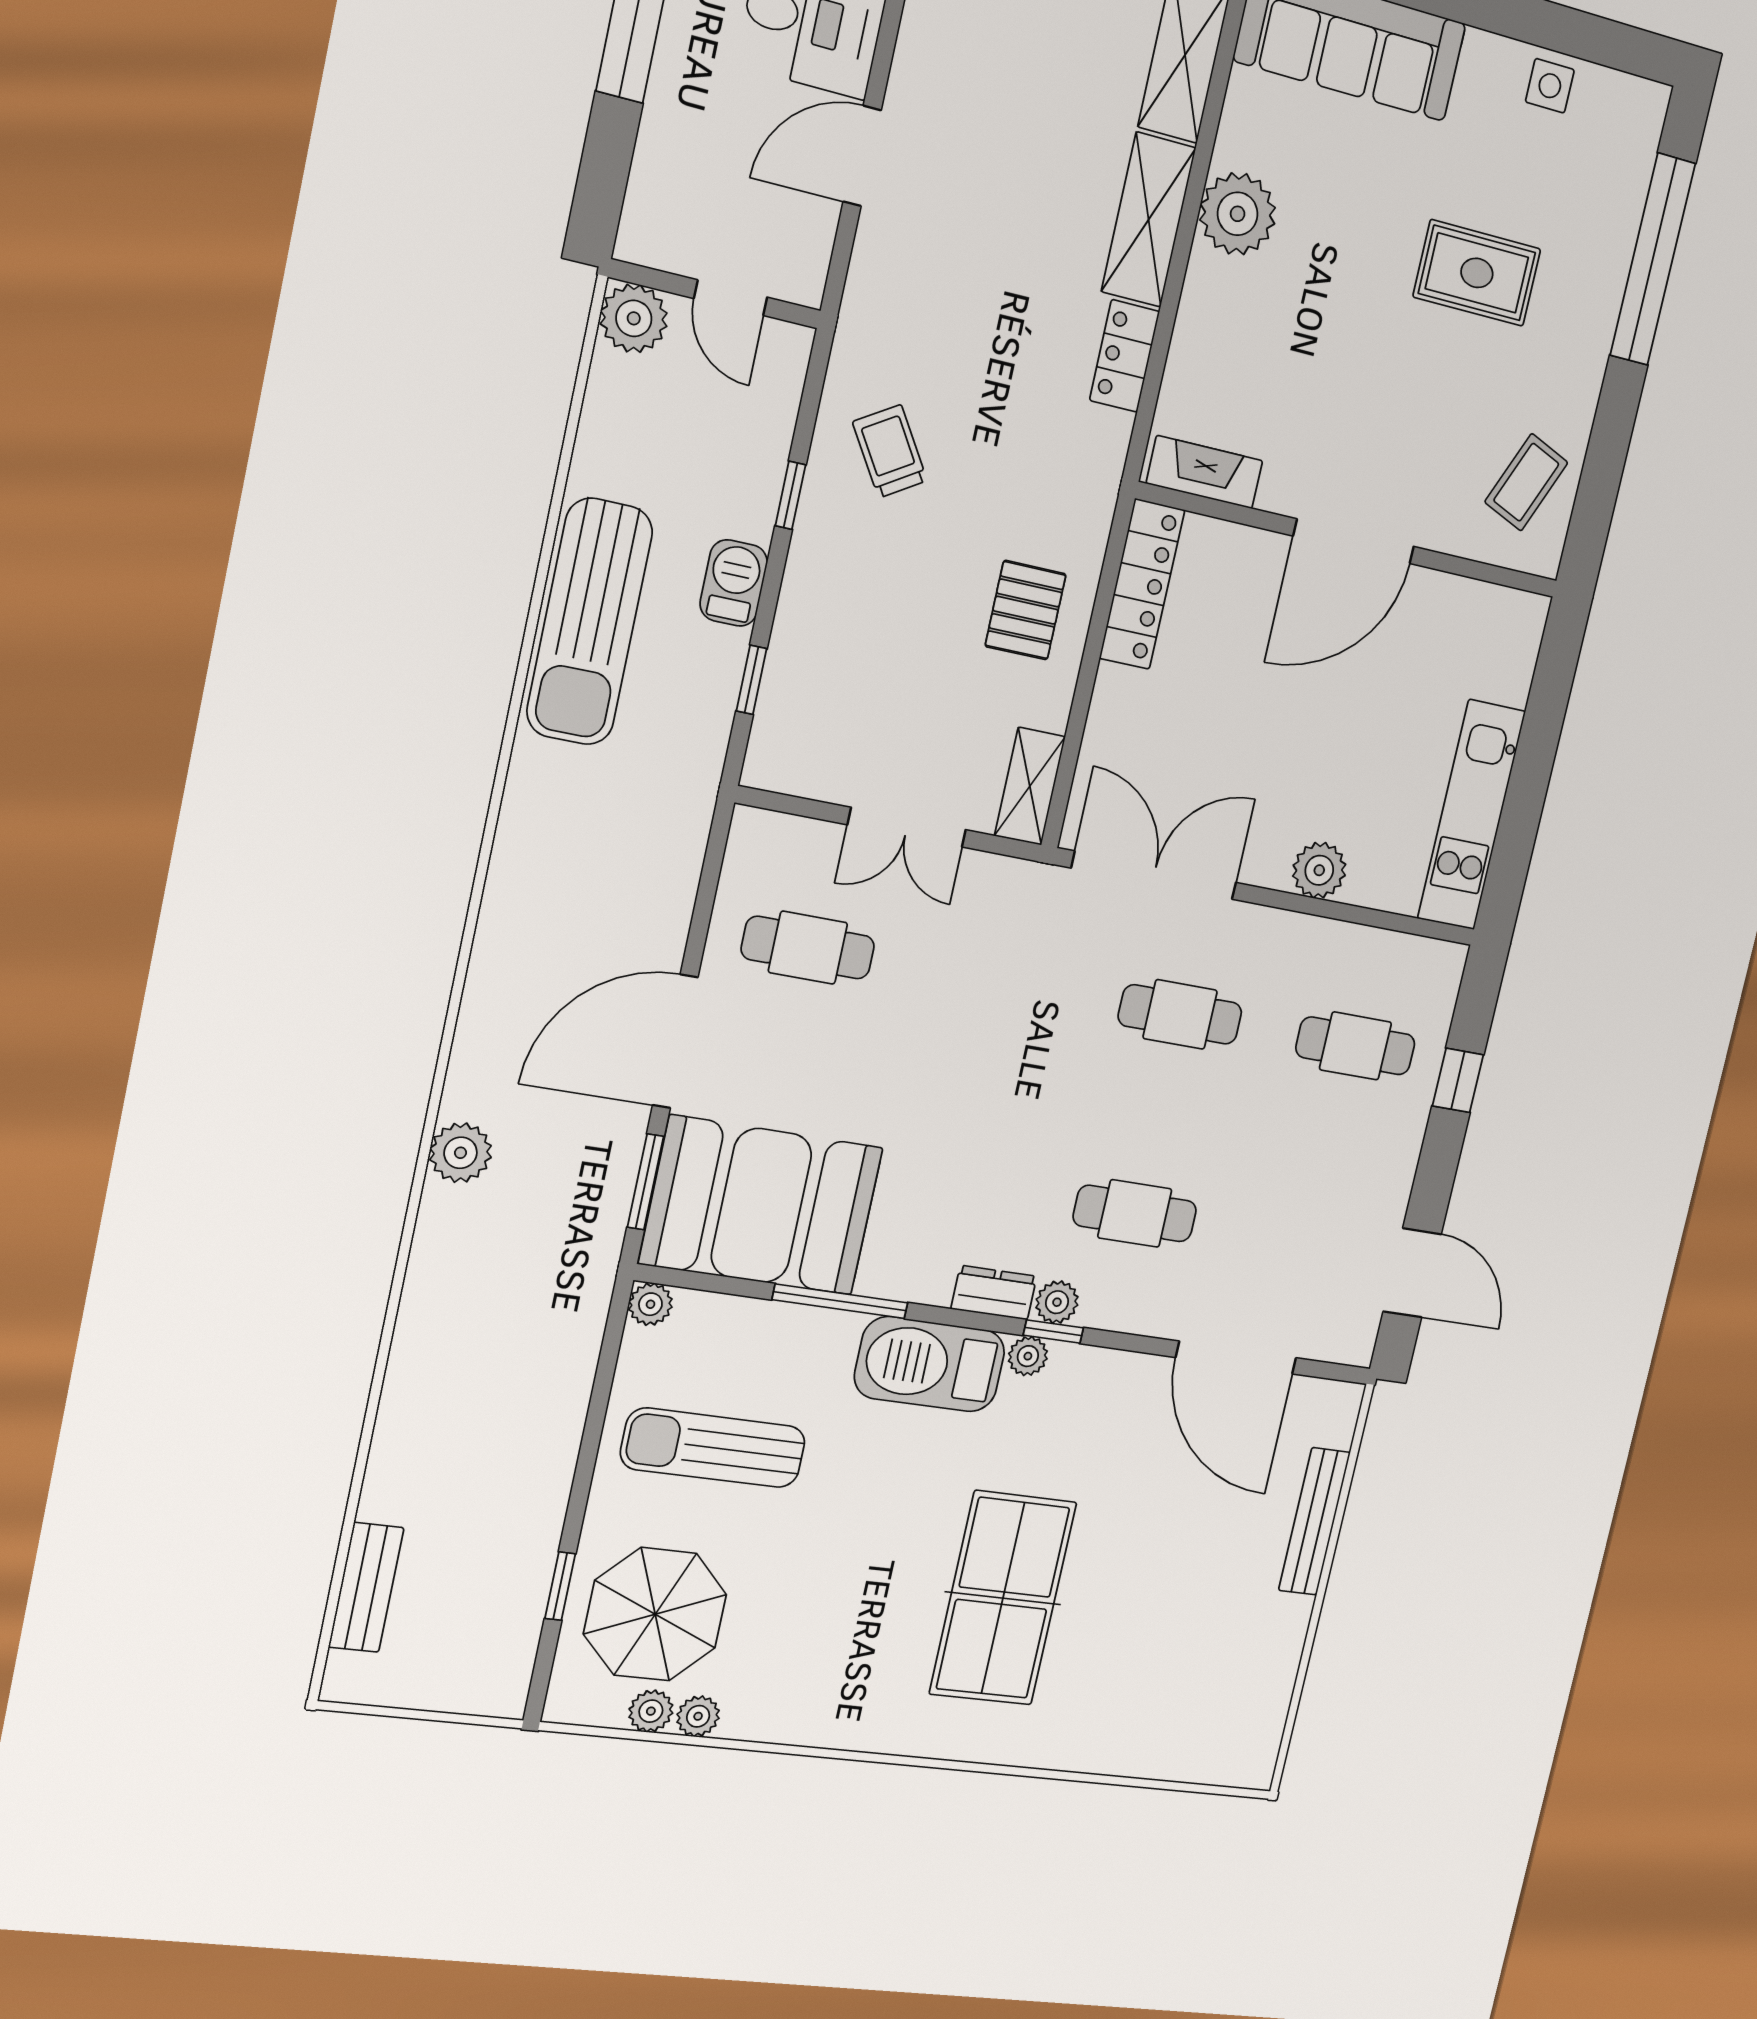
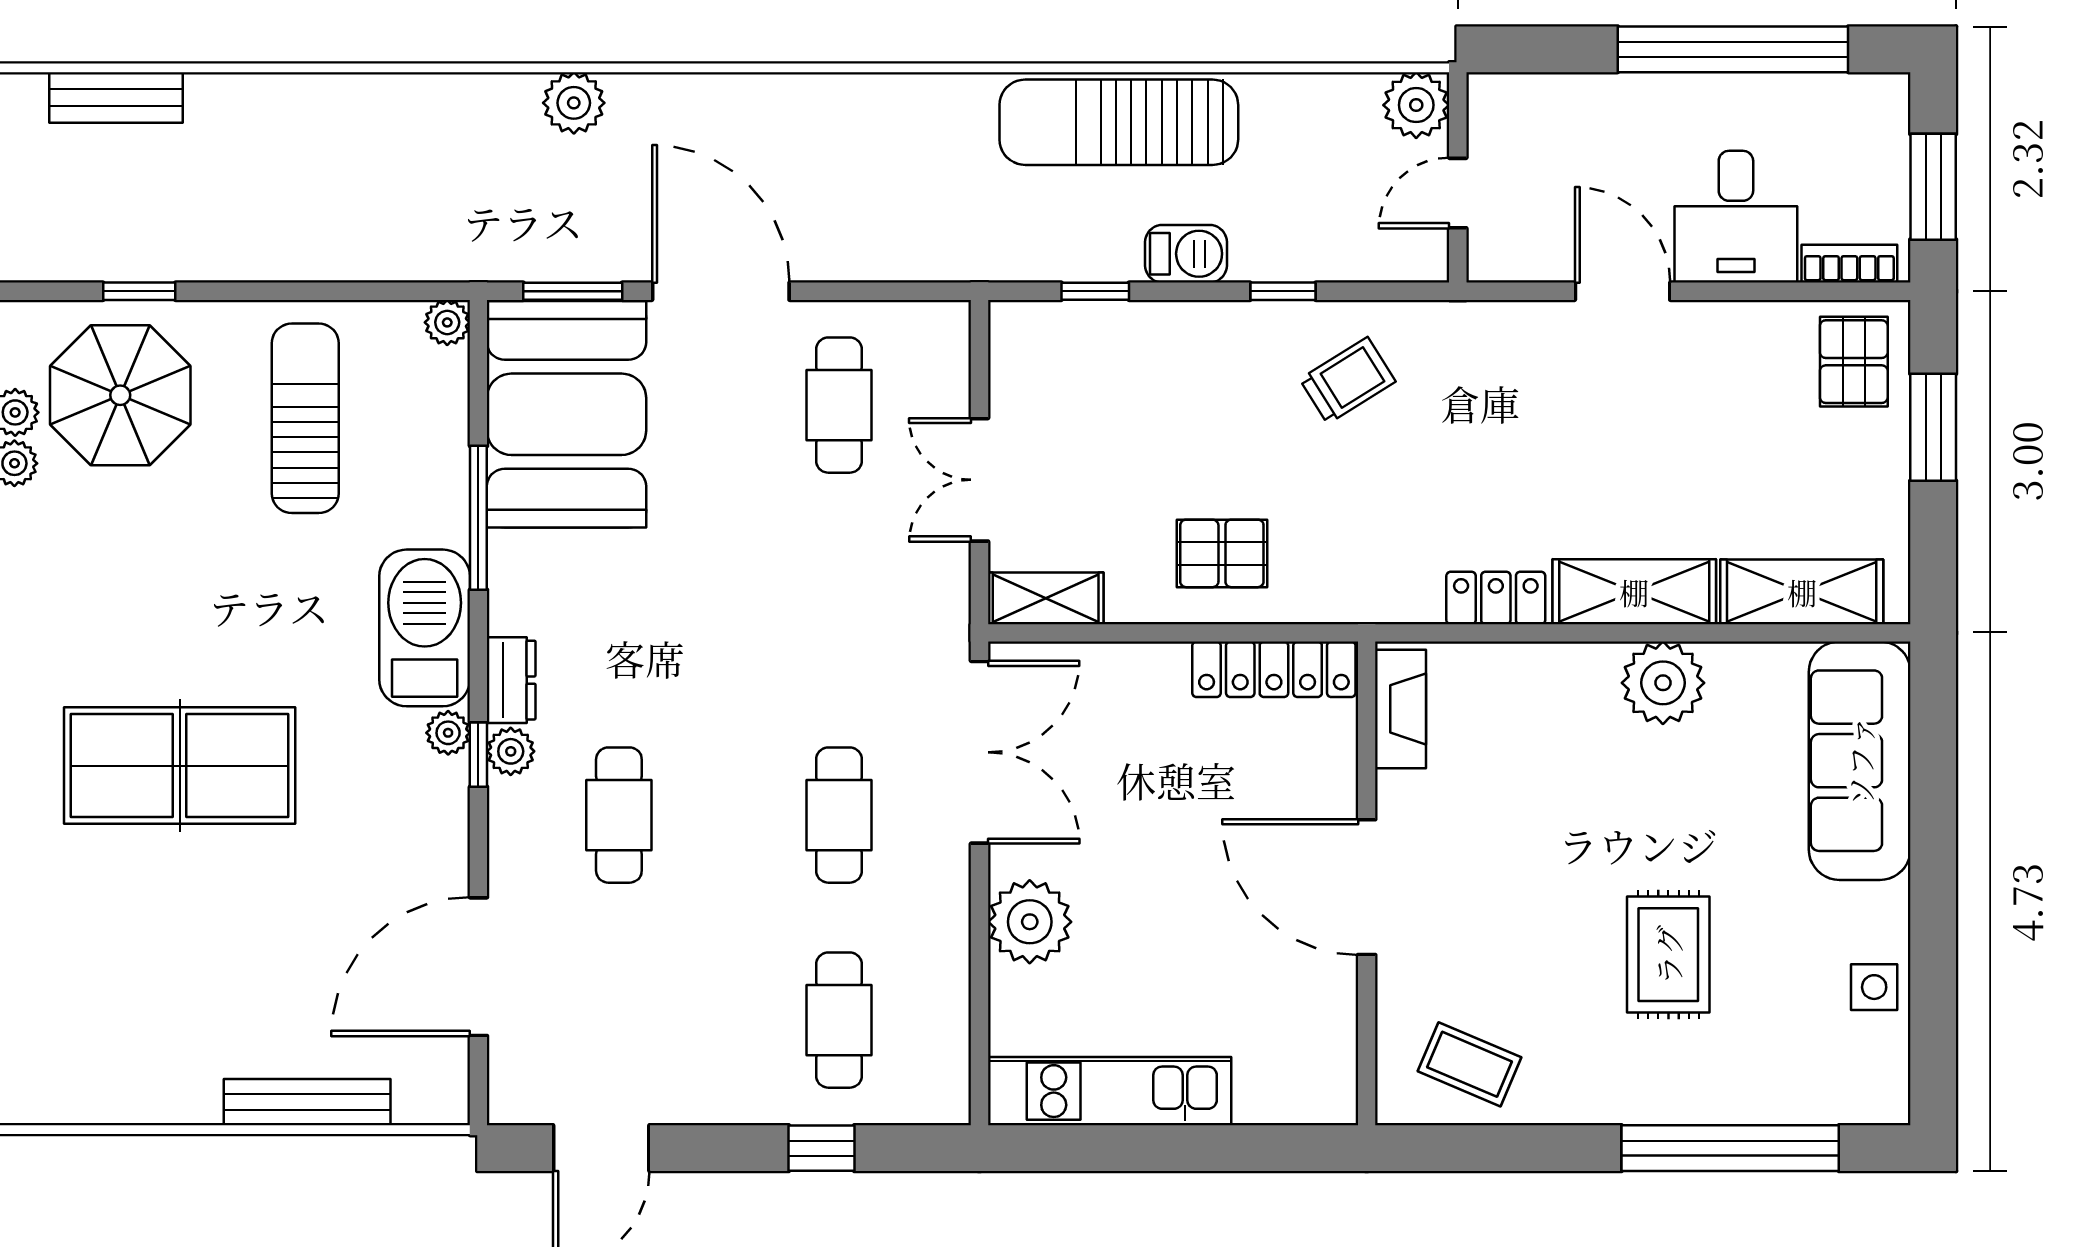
plant: (1319, 870) -> (1030, 922), width x1.36, depth x1.36

